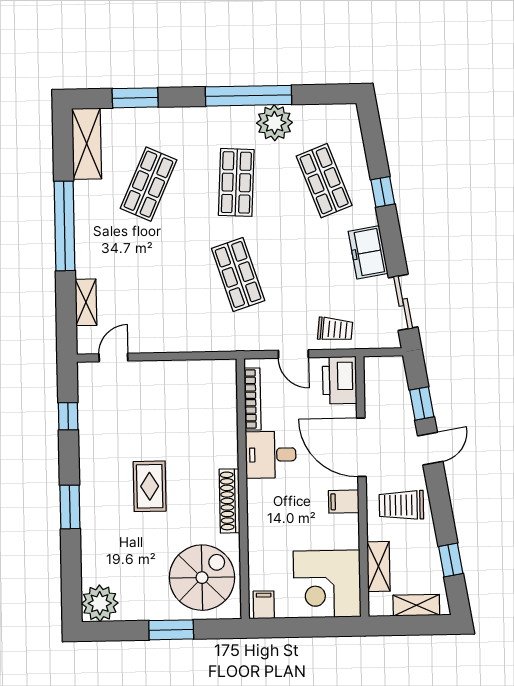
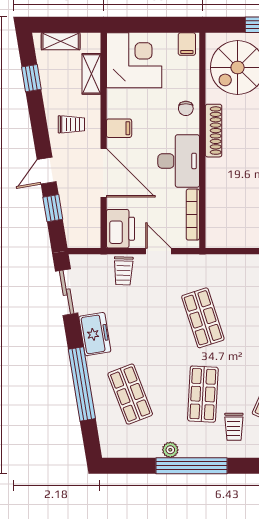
plant: (274, 123) -> (170, 450), width x0.53, depth x0.53
trolley: (198, 144) -> (234, 427), added
window: (383, 192) -> (82, 384), width x3.17
trolley: (335, 329) -> (123, 271), turned -94
desk: (271, 455) -> (179, 161), width x1.37
trolley: (401, 505) -> (71, 124), width x0.73, depth x0.72
chair: (264, 527) -> (186, 108), added

